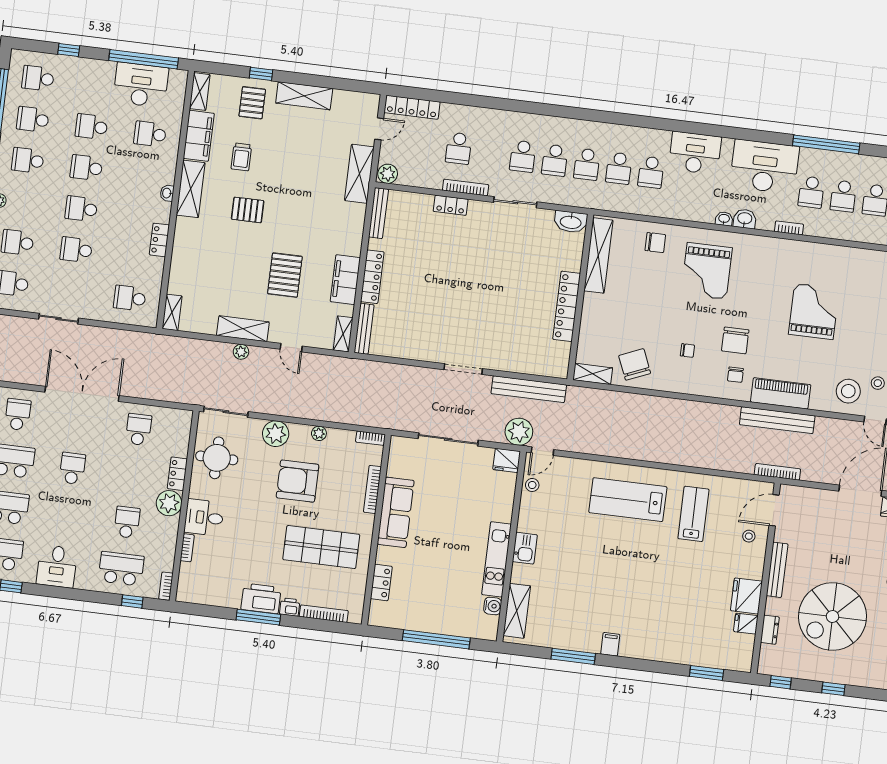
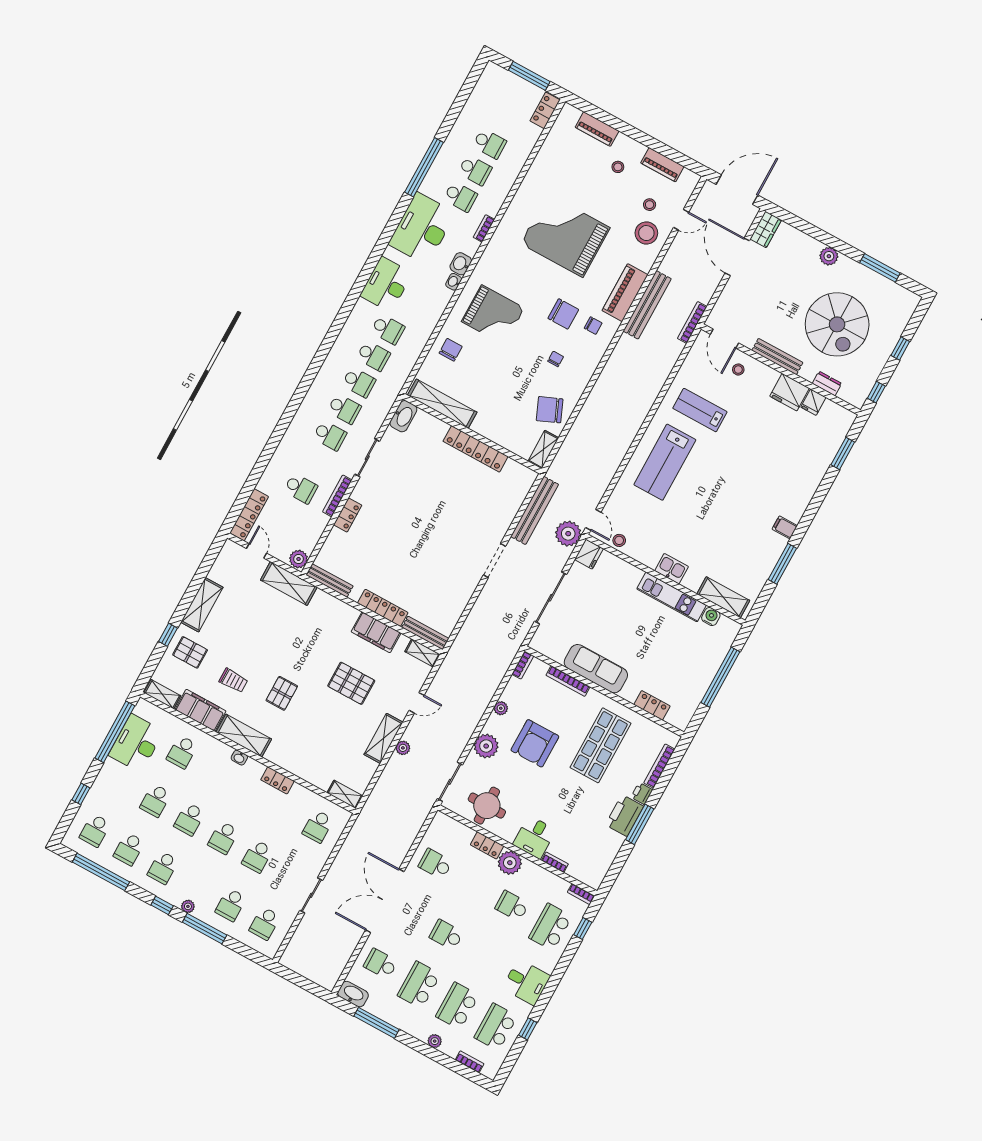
grand piano: (814, 311) -> (565, 236), width x1.37, depth x1.48

